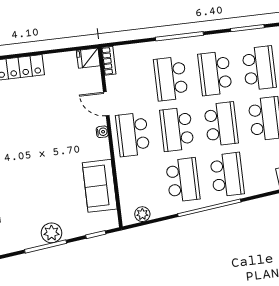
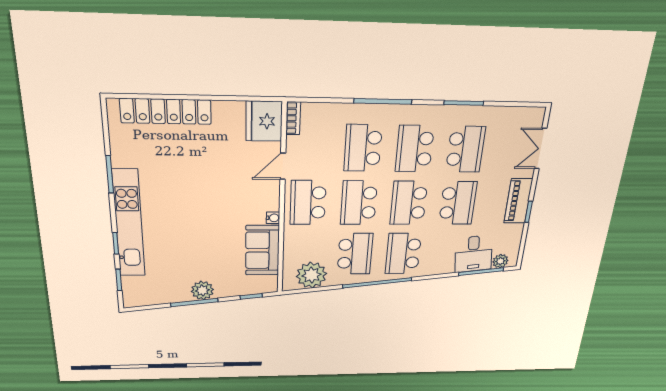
fridge: (88, 58) -> (264, 121), width x1.88, depth x1.34
door: (106, 104) -> (283, 166), hinge flipped
school desk: (221, 124) -> (409, 203), turned 180
water cooler: (102, 132) -> (273, 218), moved
school desk: (227, 175) -> (403, 254), turned 180
plant: (142, 214) -> (311, 275), width x1.87, depth x1.87

